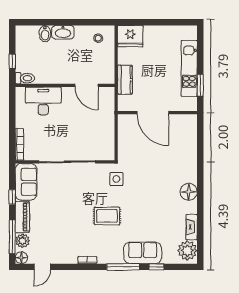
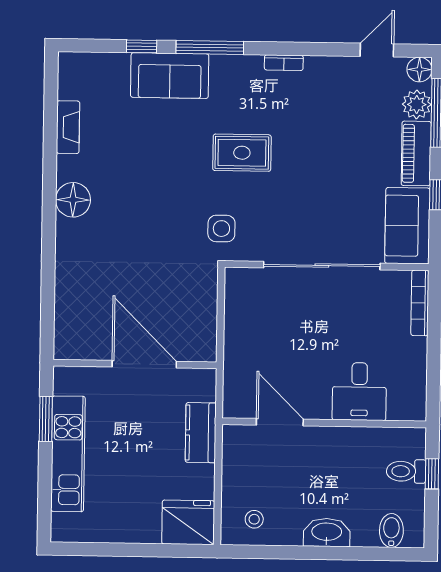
bidet: (45, 34) -> (391, 531), moved
toilet: (25, 78) -> (406, 471), moved
desk: (43, 101) -> (359, 391), width x0.73
plant: (187, 251) -> (77, 79), removed

